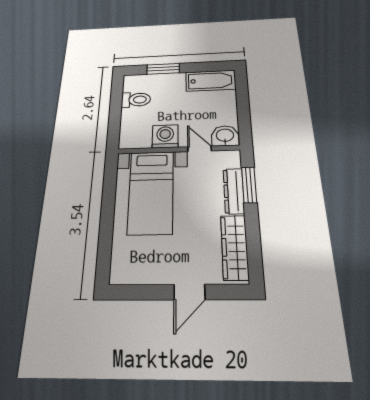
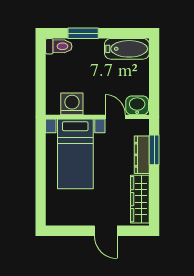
toilet: (136, 100) -> (59, 46), moved
washing machine: (165, 136) -> (72, 104), moved
door: (189, 292) -> (106, 231), hinge flipped

